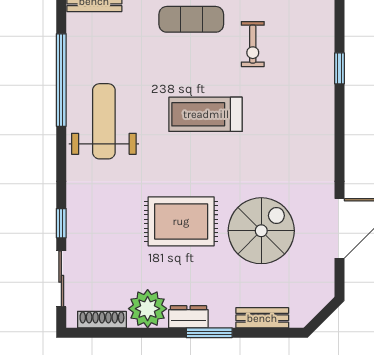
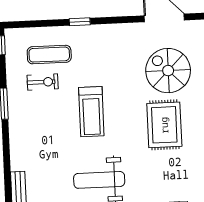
exercise mat: (191, 19) -> (49, 55), moved, turned 90
window: (340, 68) -> (80, 22), moved

